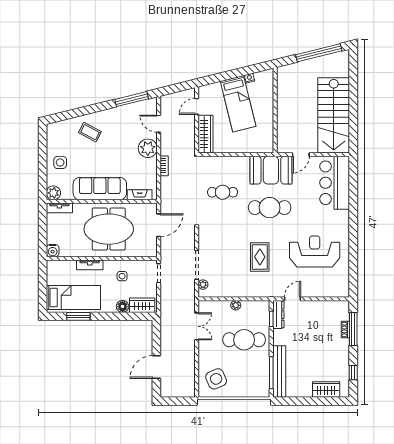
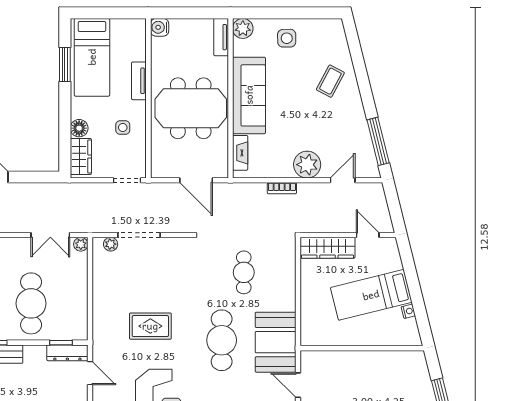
meeting table: (109, 229) -> (191, 108), turned 90
plant: (236, 305) -> (81, 244), moved

